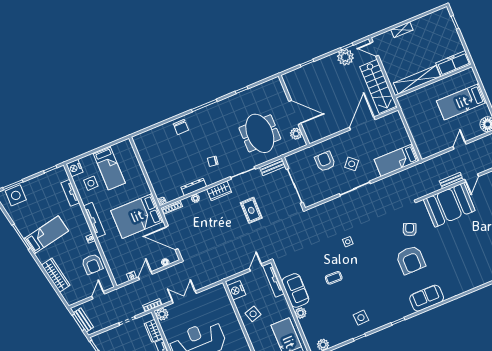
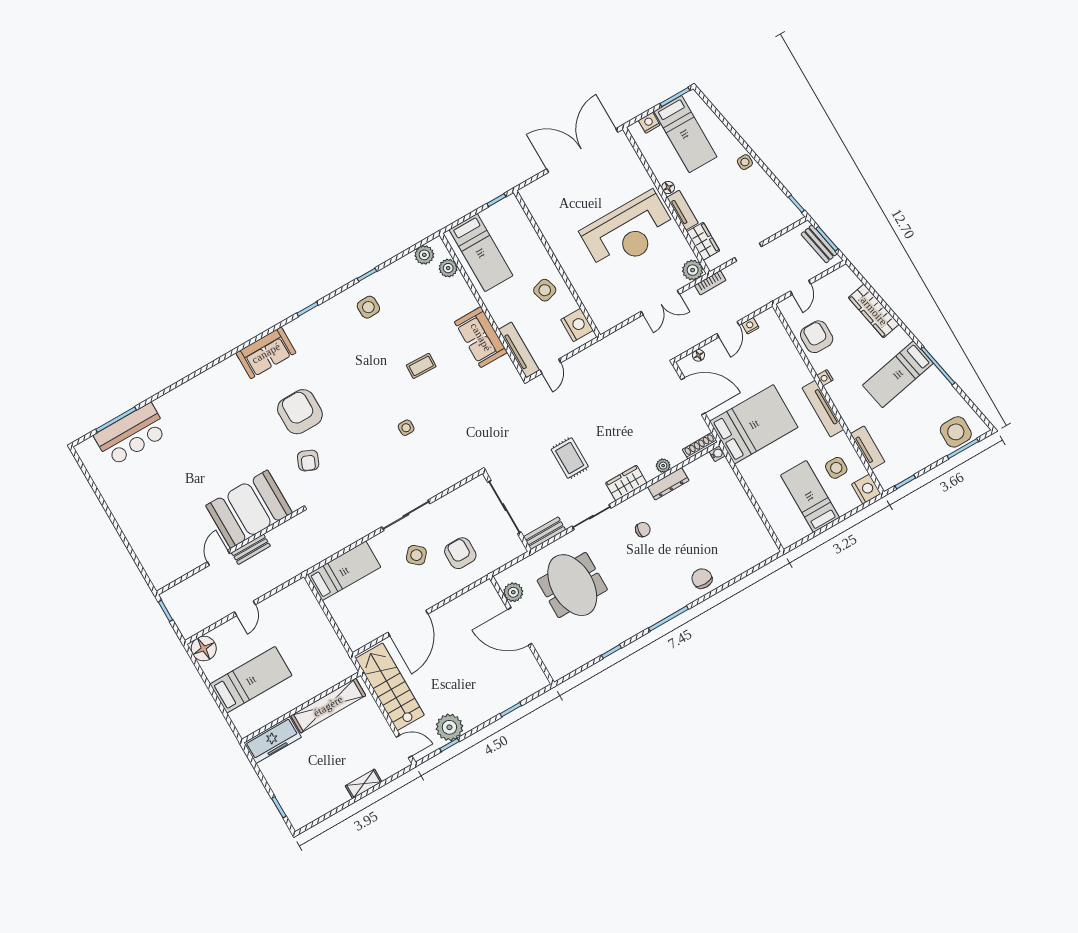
armchair: (325, 162) -> (460, 553), turned 180
plant: (301, 313) -> (448, 268), moved

